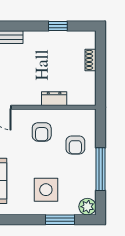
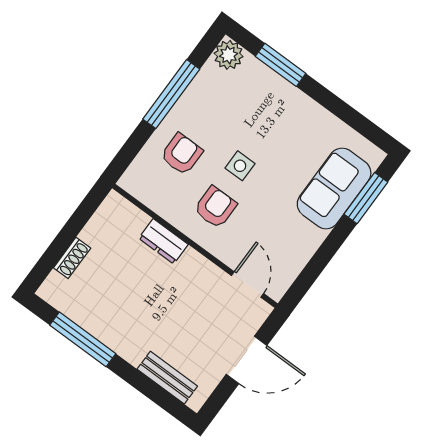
window: (58, 26) -> (83, 339), width x2.17
side table: (46, 190) -> (240, 166), moved, width x0.54, depth x0.54

